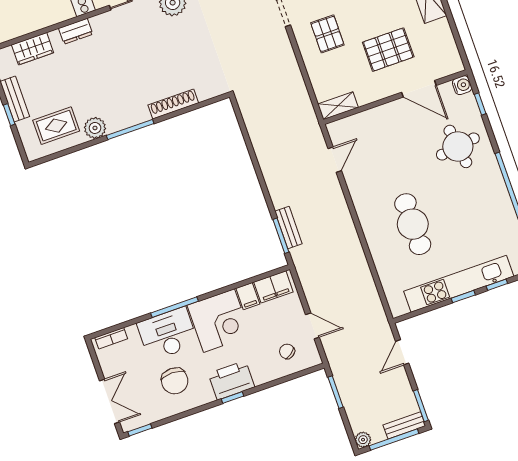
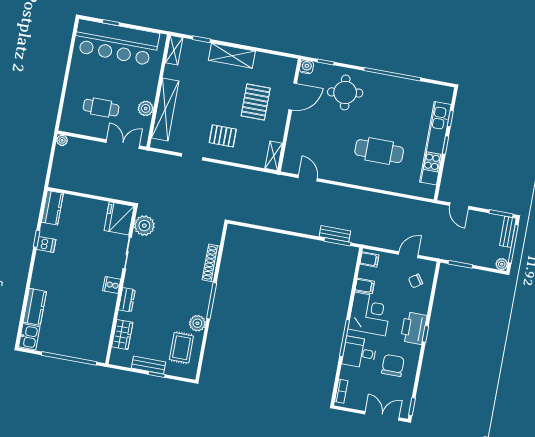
filing cabinet: (273, 287) -> (369, 259), width x0.50
desk: (168, 334) -> (359, 353), width x0.73
chair: (175, 381) -> (393, 366), turned -90

